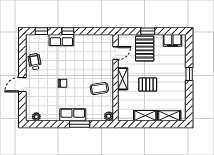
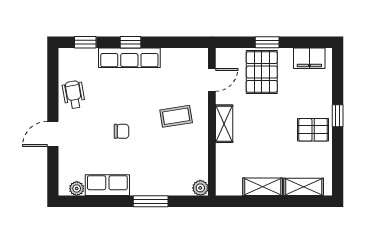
row of seats: (61, 40) -> (129, 58), width x1.48
pallet: (148, 85) -> (313, 130), moved
coffee table: (99, 89) -> (176, 116), moved
row of seats: (73, 115) -> (107, 185), moved

